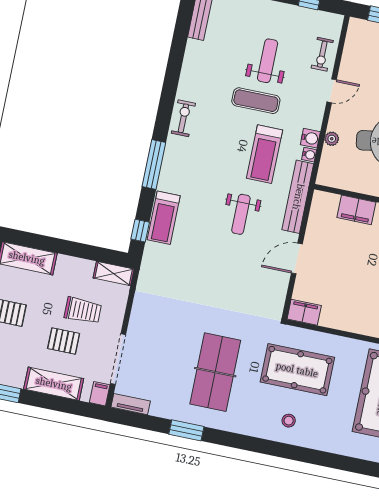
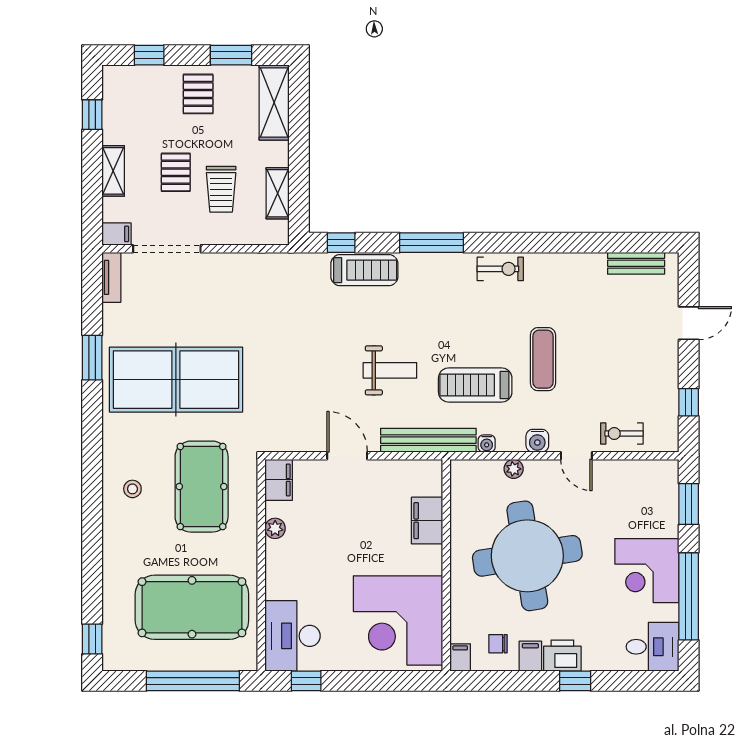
weight bench: (268, 61) -> (598, 364), removed
water cooler: (310, 138) -> (537, 441), moved
weight bench: (241, 214) -> (390, 370), turned 180
treadmill: (164, 218) -> (364, 270), turned 180
shelving: (114, 274) -> (278, 193), moved
plant: (339, 322) -> (275, 528), added
table tennis table: (215, 372) -> (176, 380), width x1.36, depth x1.32
shelving: (54, 384) -> (113, 171), width x0.67, depth x0.75

